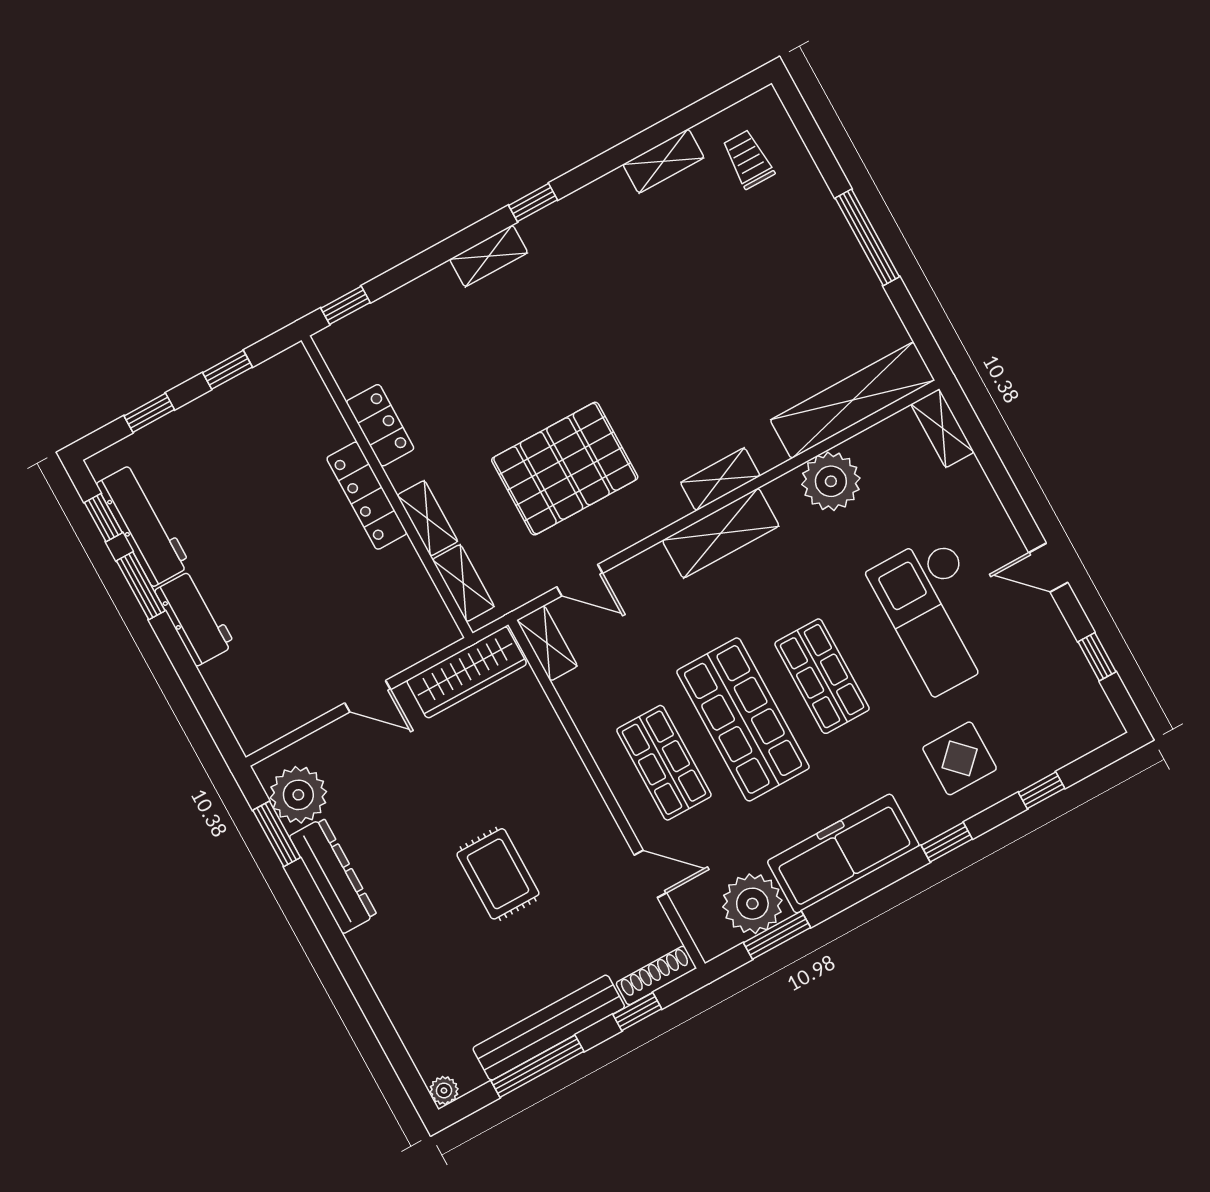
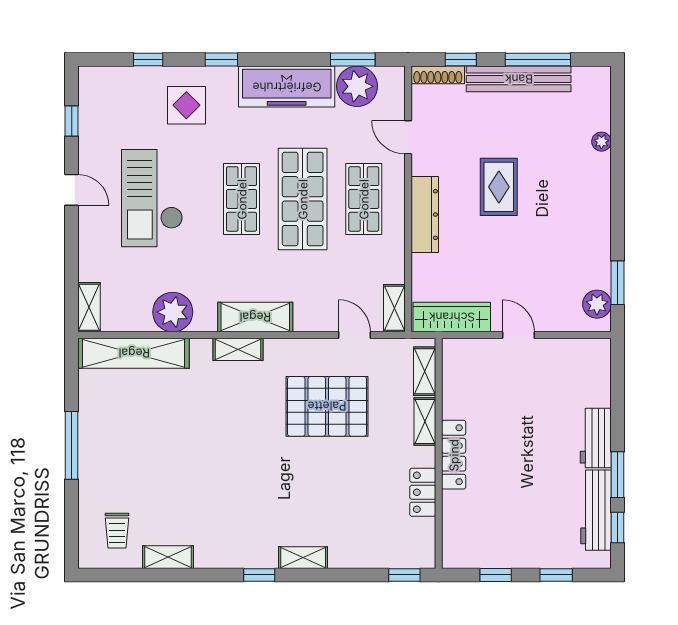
checkout: (938, 614) -> (152, 198), turned 180
plant: (298, 795) -> (597, 304), width x0.73, depth x0.73
dresser: (333, 876) -> (425, 214), moved, turned 180
plant: (444, 1090) -> (601, 142), moved

